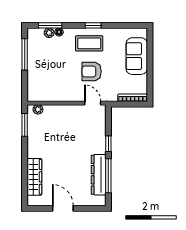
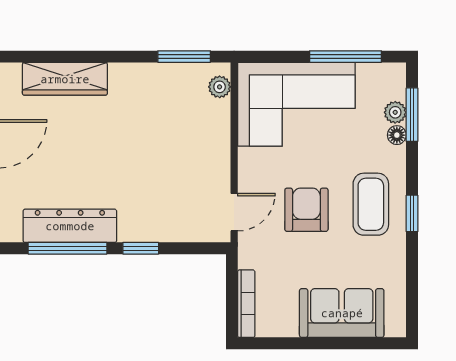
corner sofa: (46, 76) -> (296, 104), added

